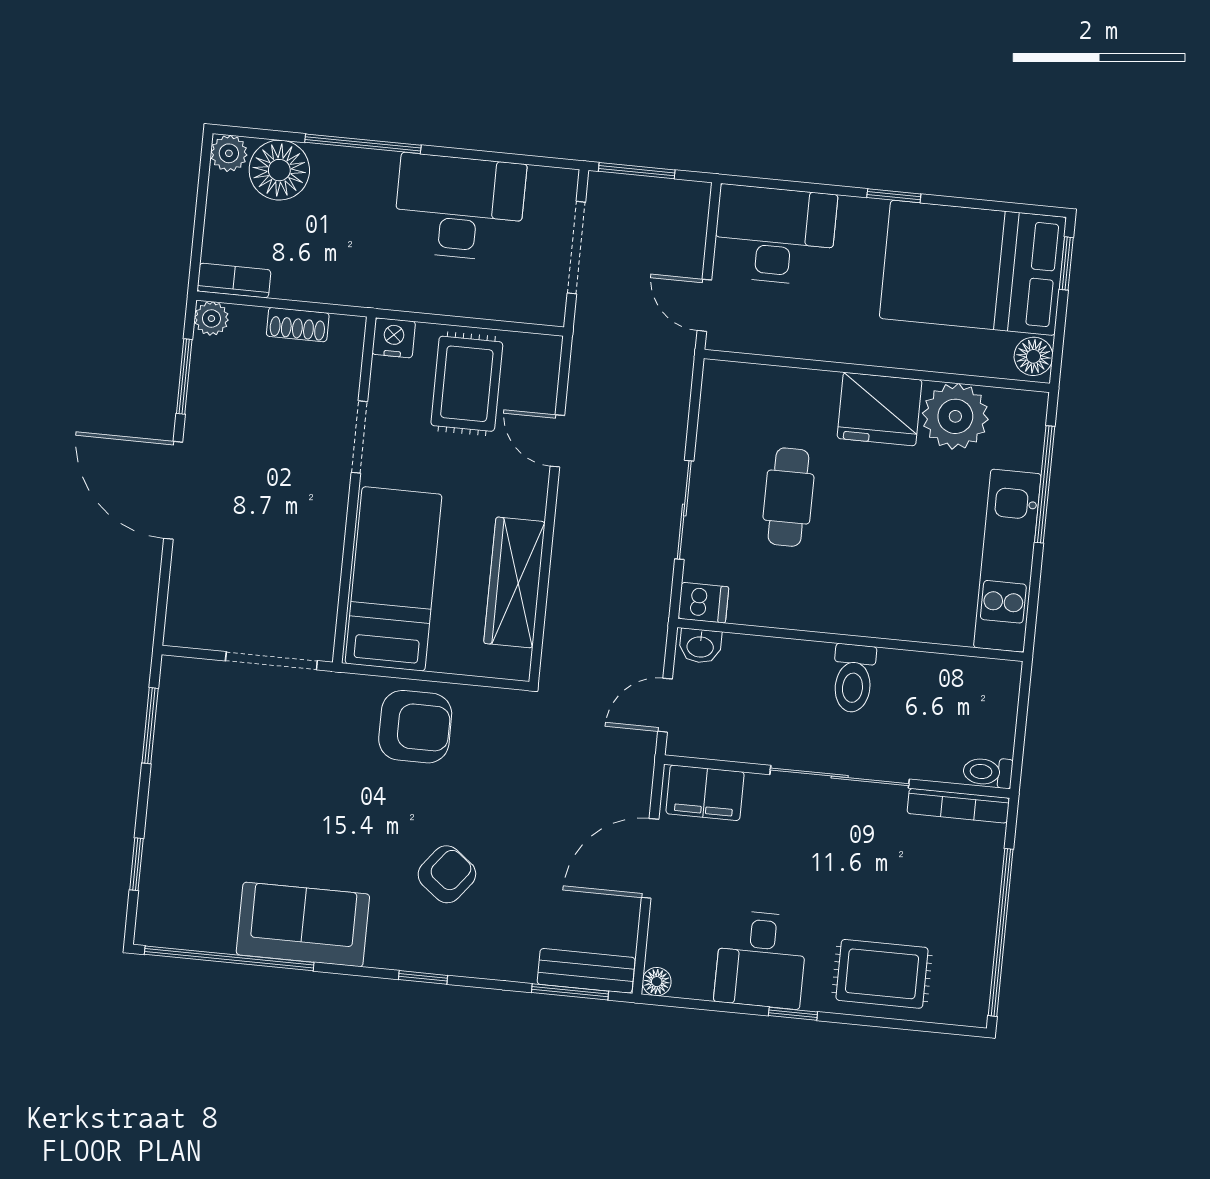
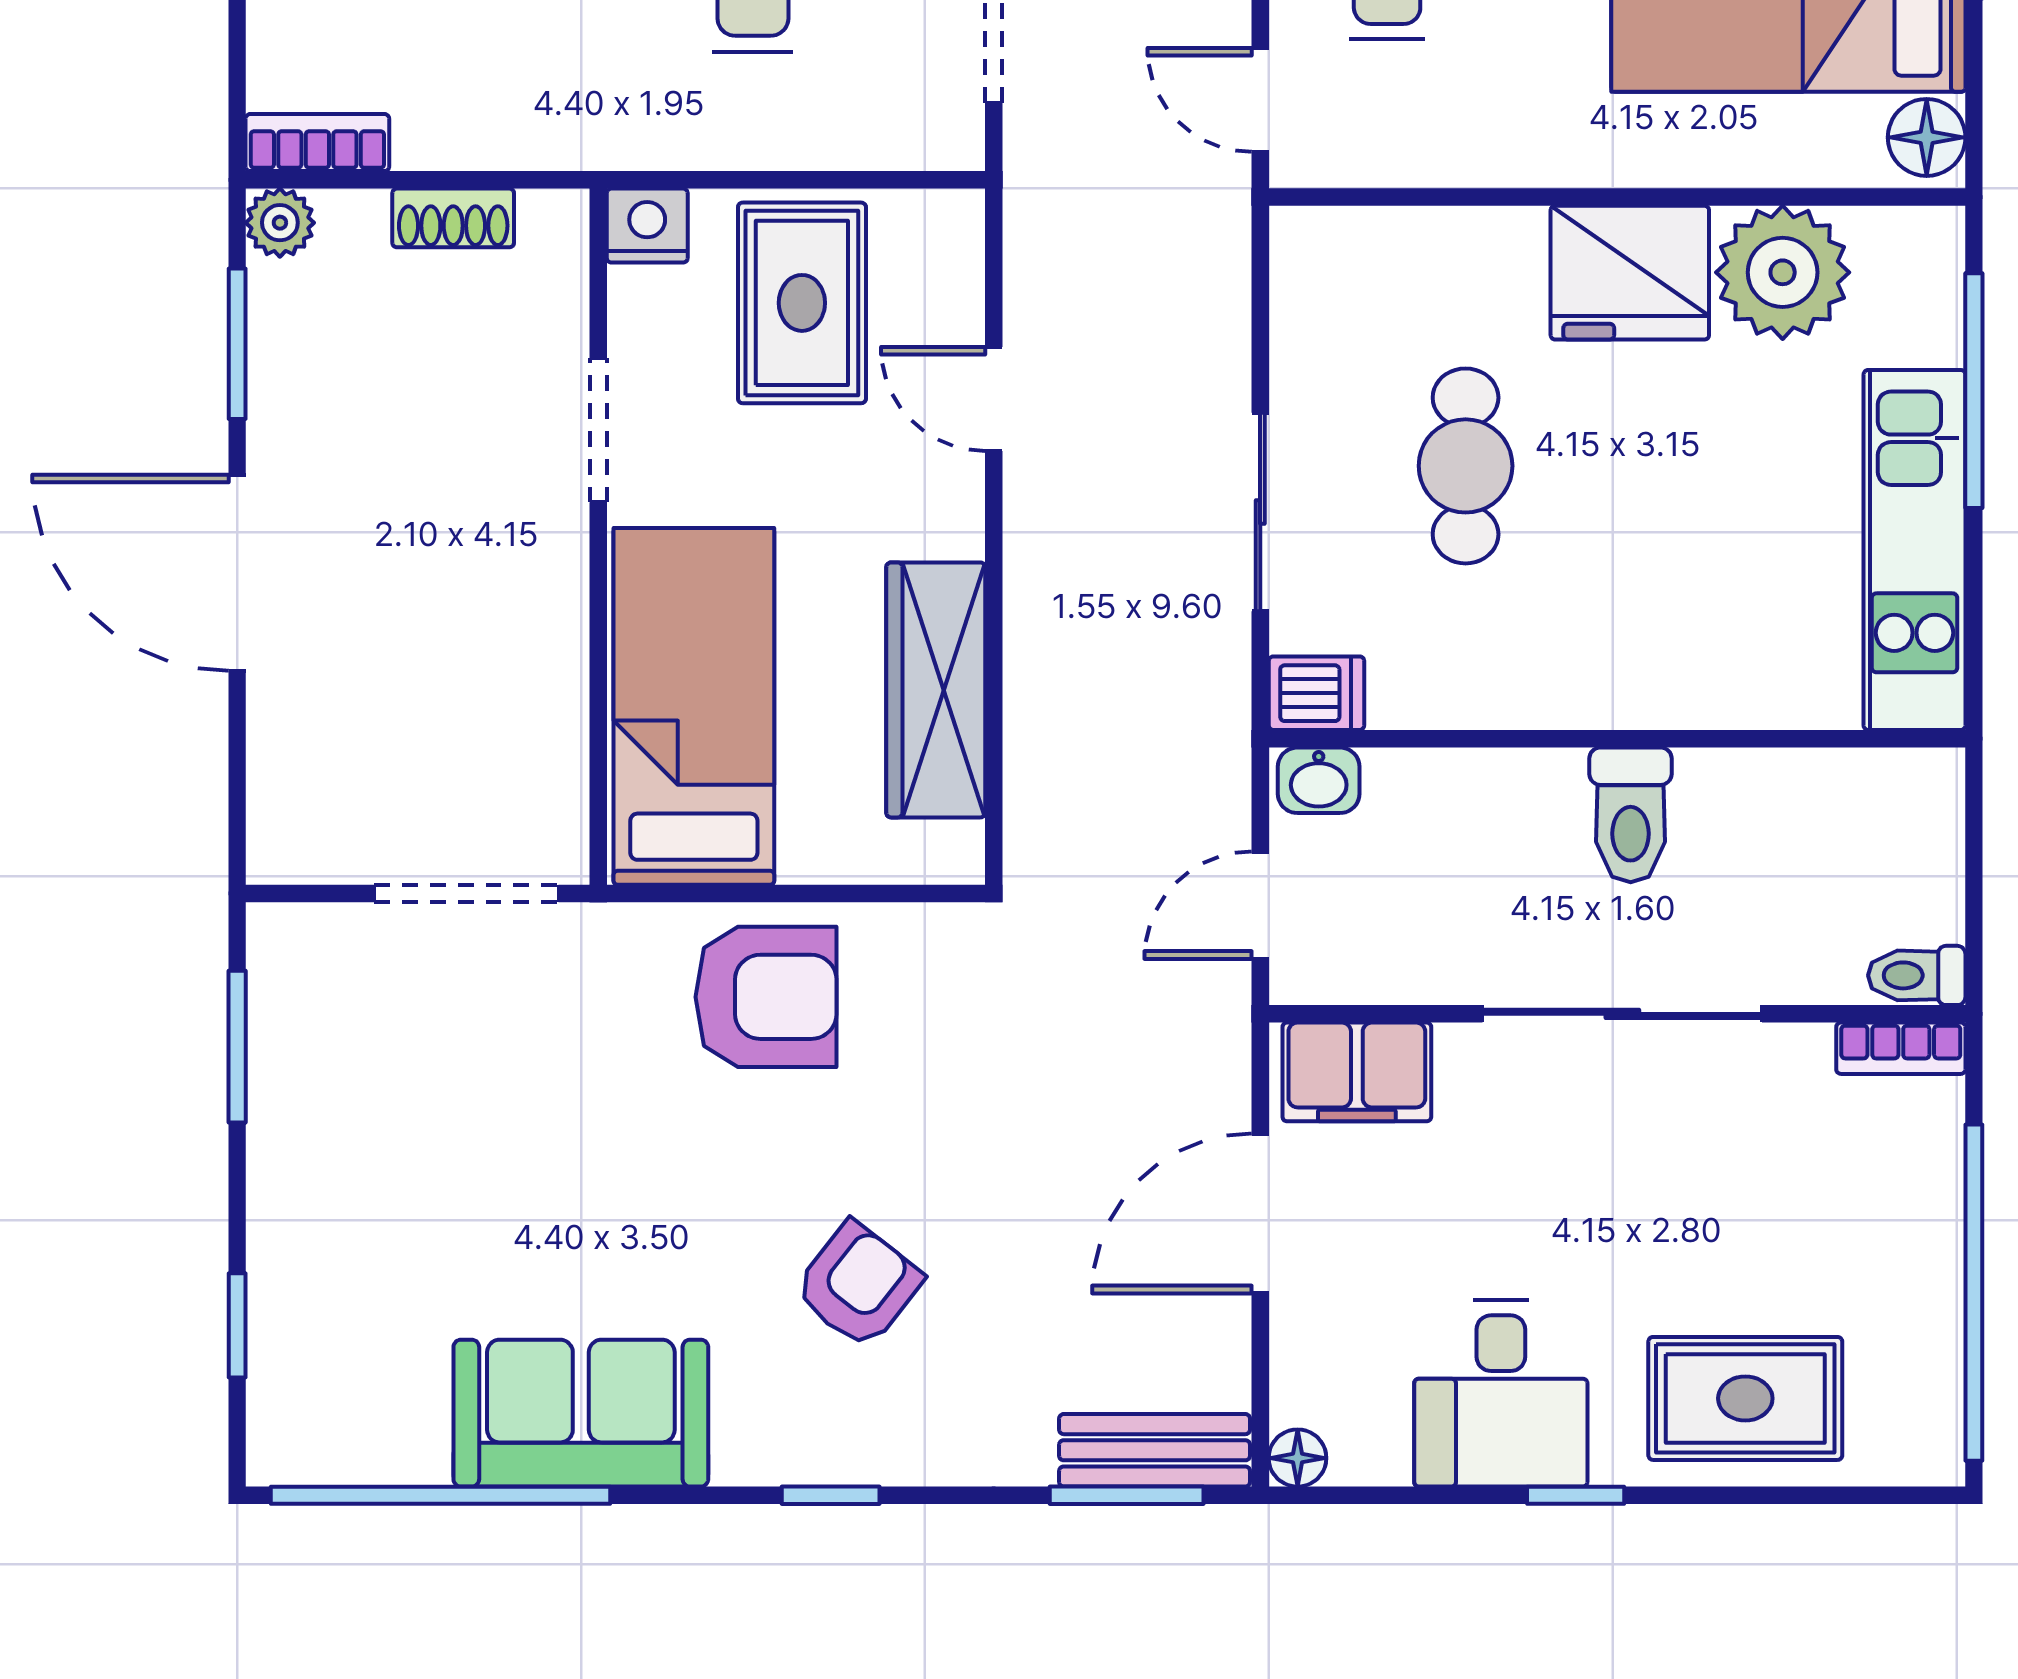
bookcase: (958, 806) -> (1901, 1048), width x0.64

